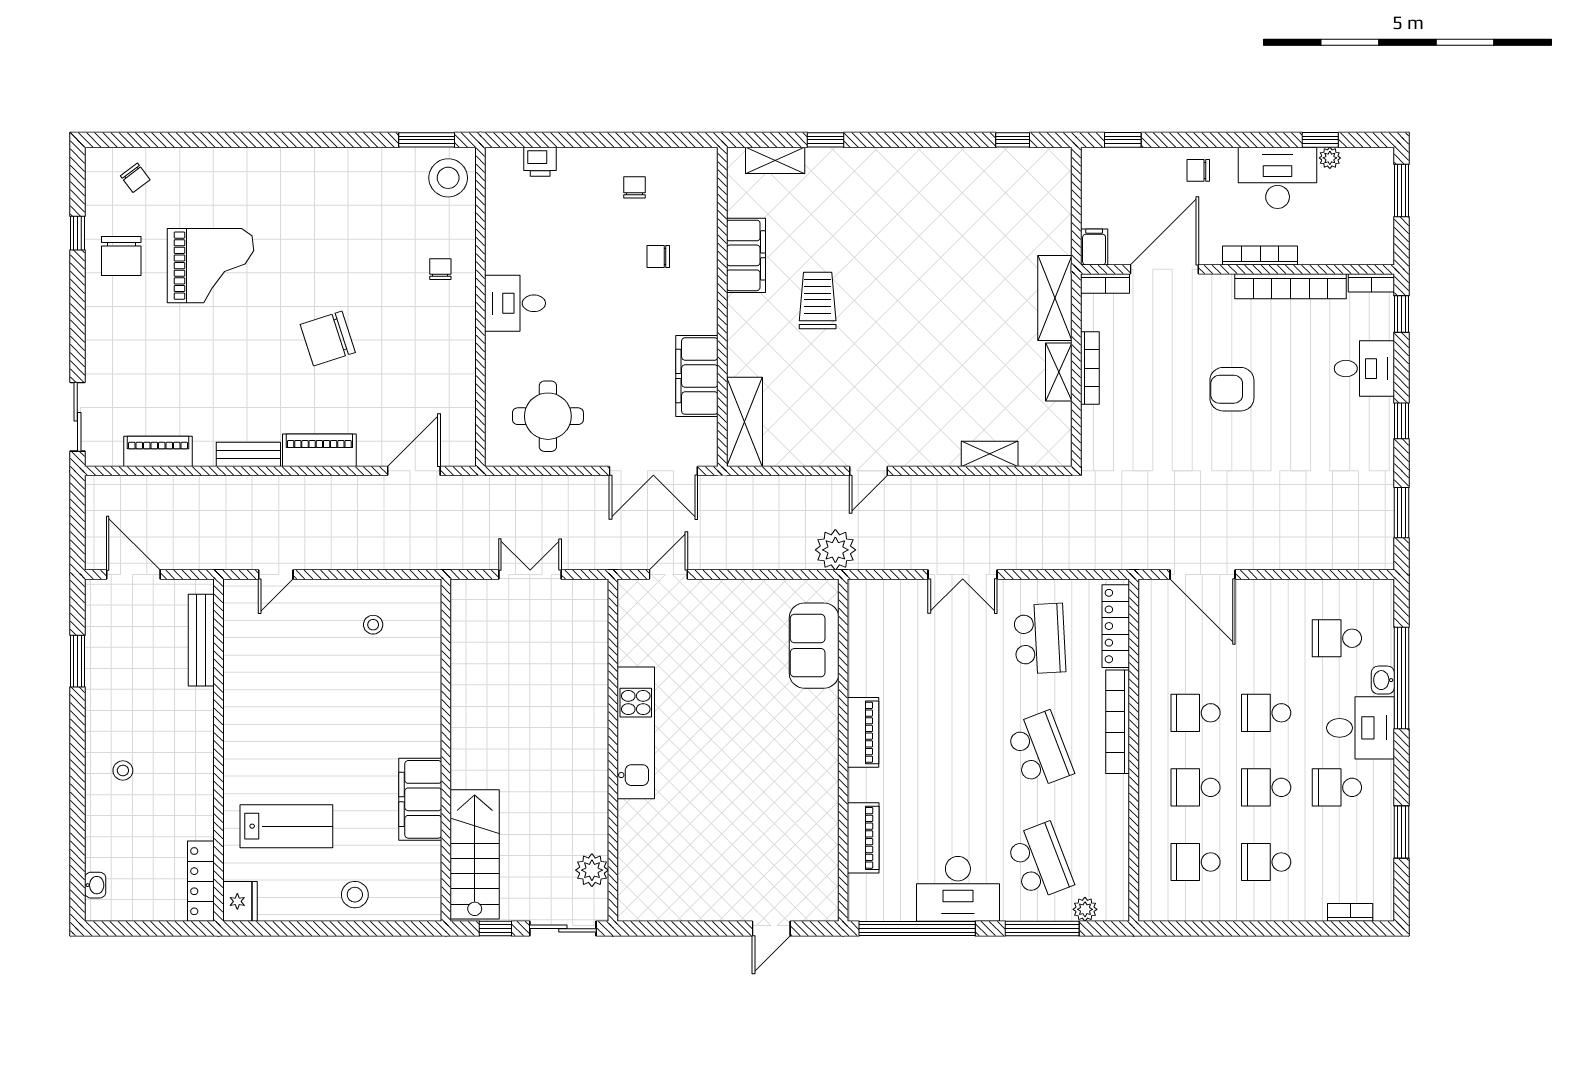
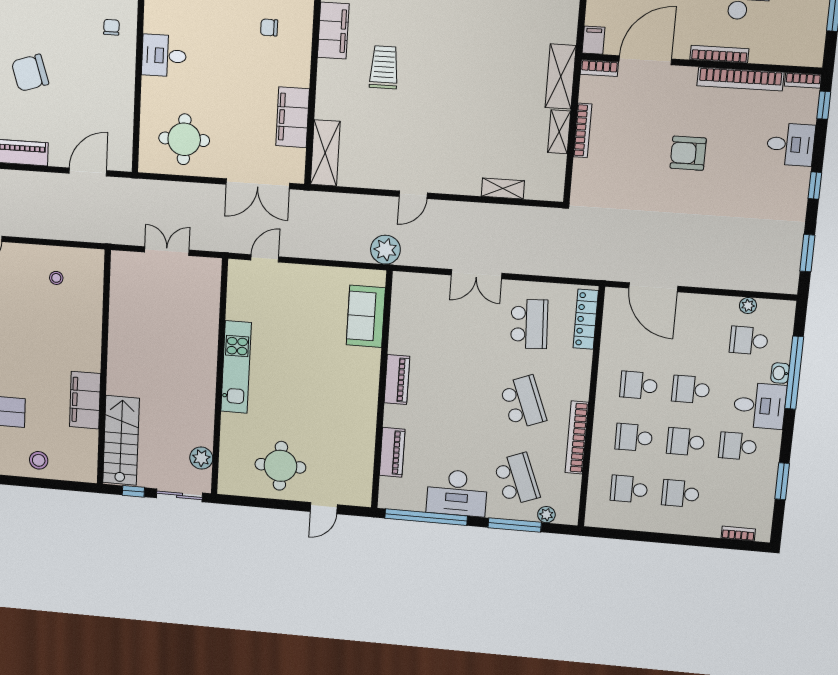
plant: (1331, 590) -> (748, 306), added
bookcase: (1118, 722) -> (577, 438), moved
round table: (706, 872) -> (280, 466), added

